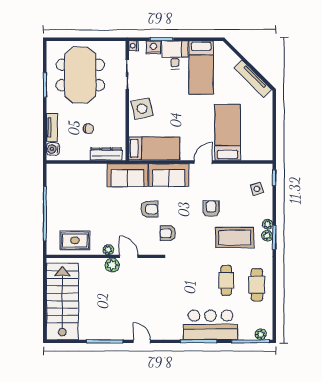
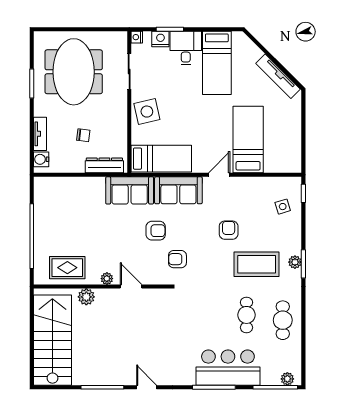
plant: (268, 224) -> (295, 248), removed
plant: (112, 265) -> (86, 297), moved

